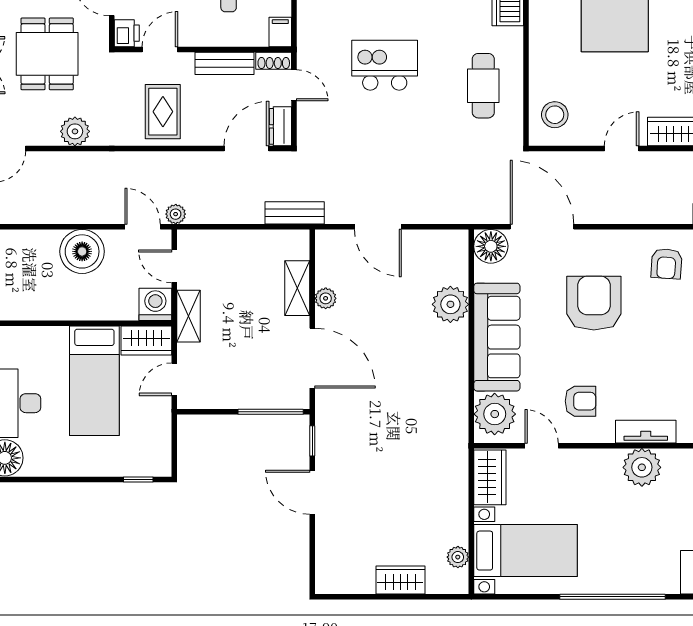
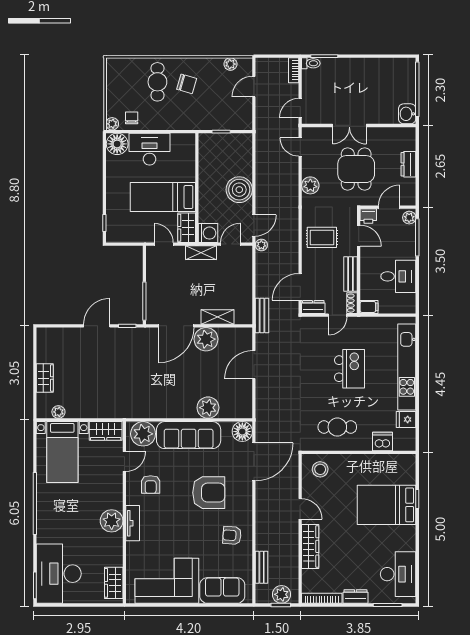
dining table: (47, 54) -> (356, 169), turned 90
door: (246, 149) -> (300, 287), swing flipped
plant: (326, 298) -> (206, 339), width x1.87, depth x1.87

